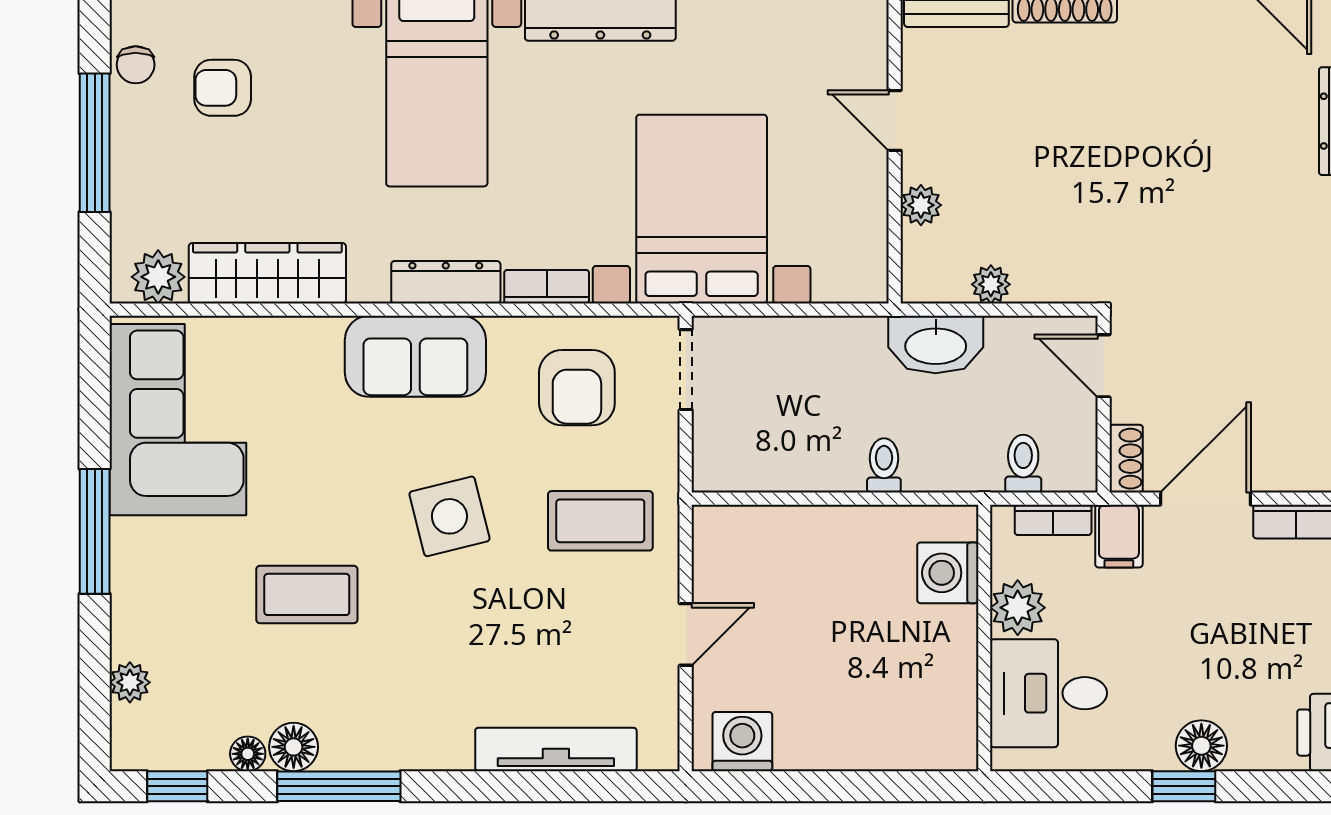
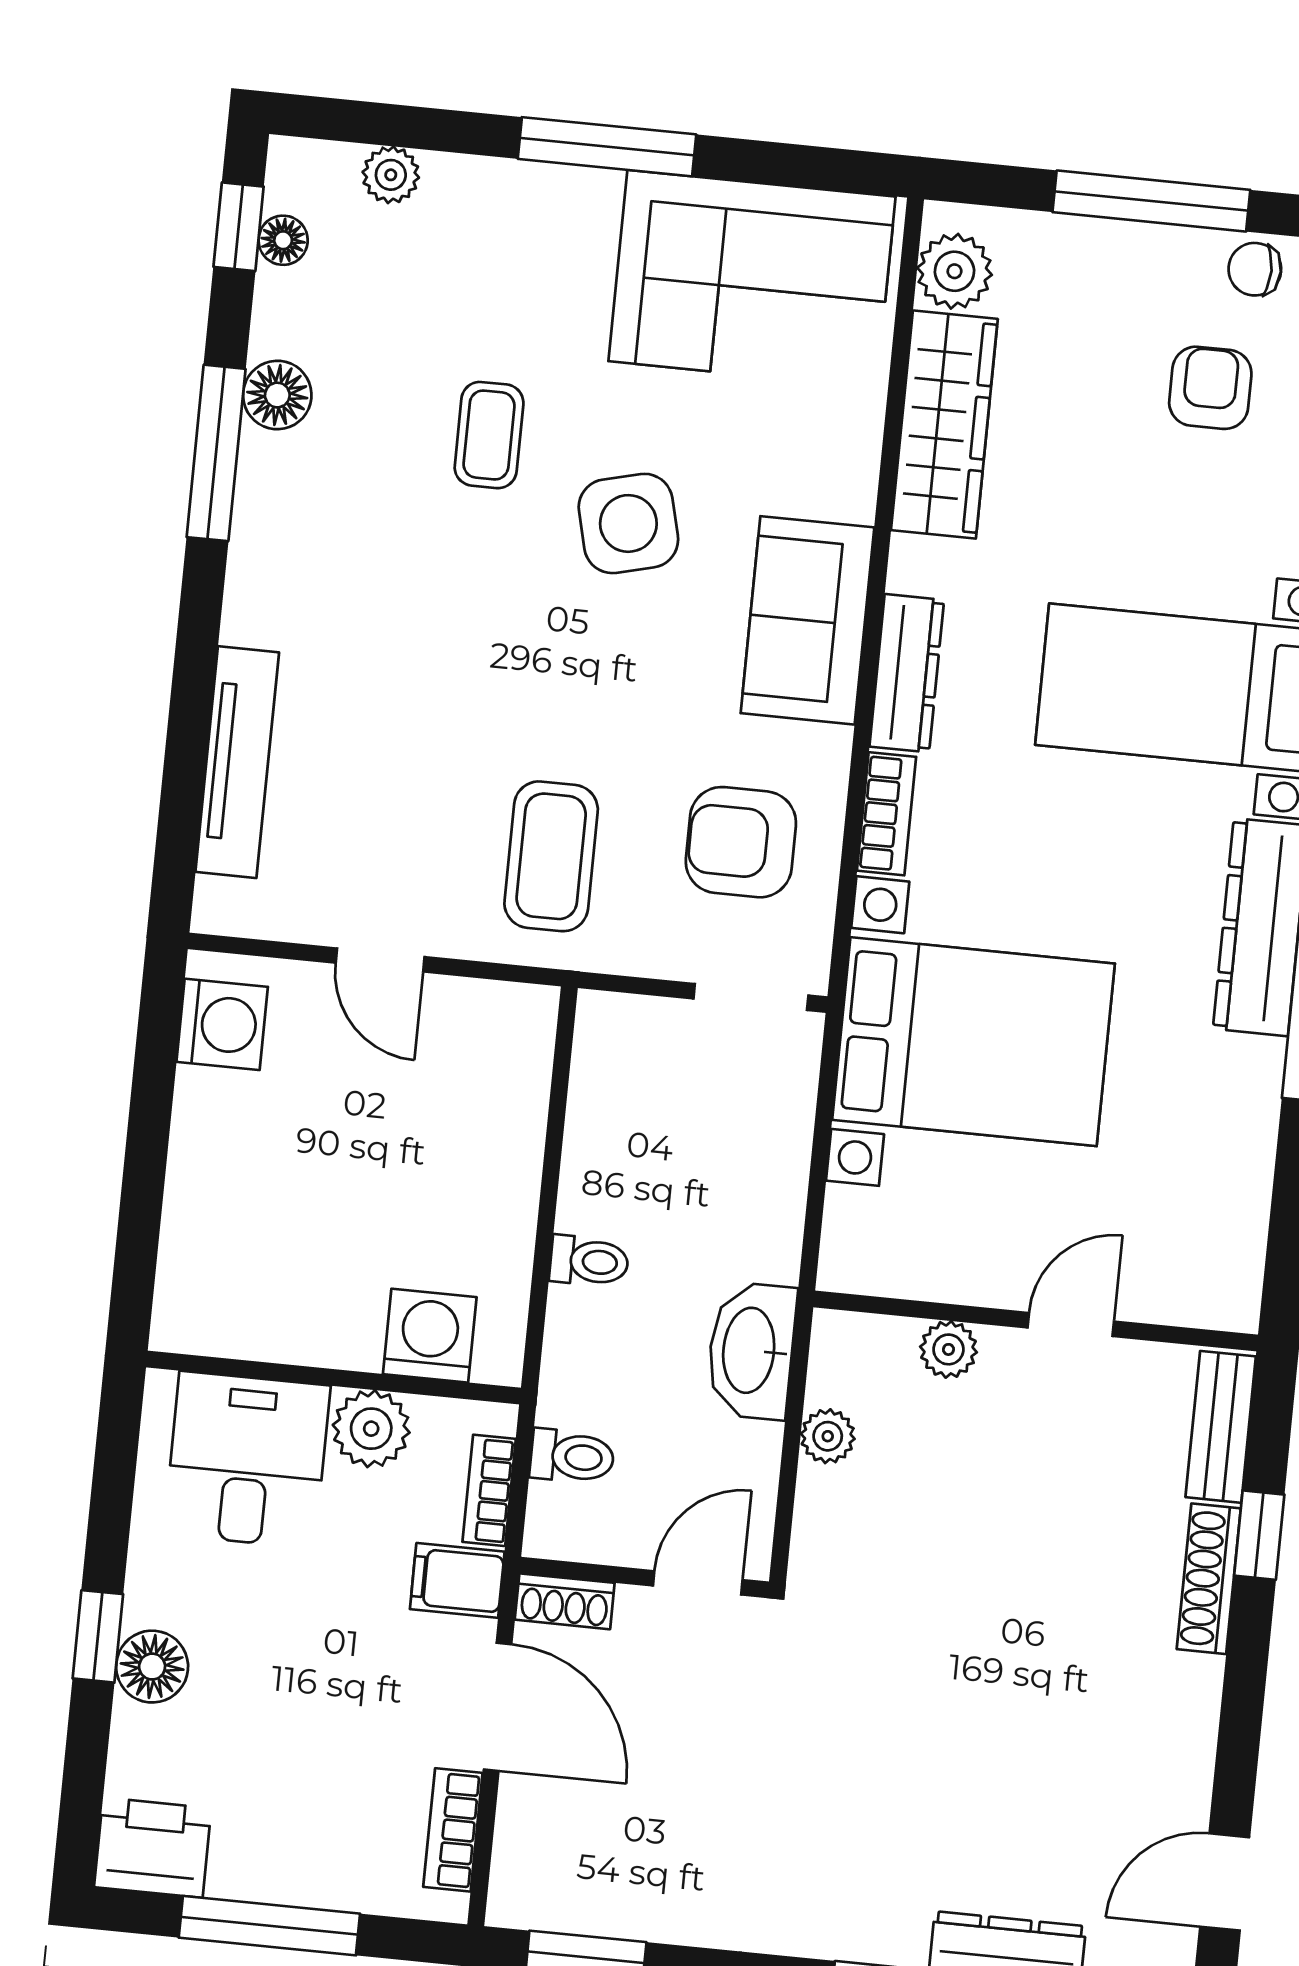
side table: (449, 516) -> (628, 523), moved
coffee table: (307, 594) -> (489, 435), width x0.73, depth x0.77
floor lamp: (248, 754) -> (283, 240), moved

